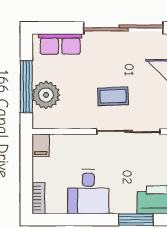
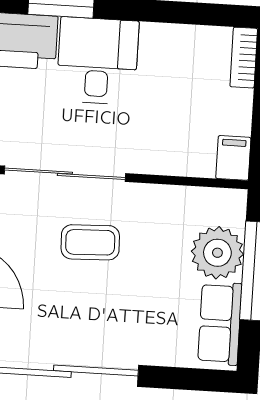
row of seats: (60, 44) -> (220, 323), moved, turned -90
desk: (88, 192) -> (97, 61), moved

